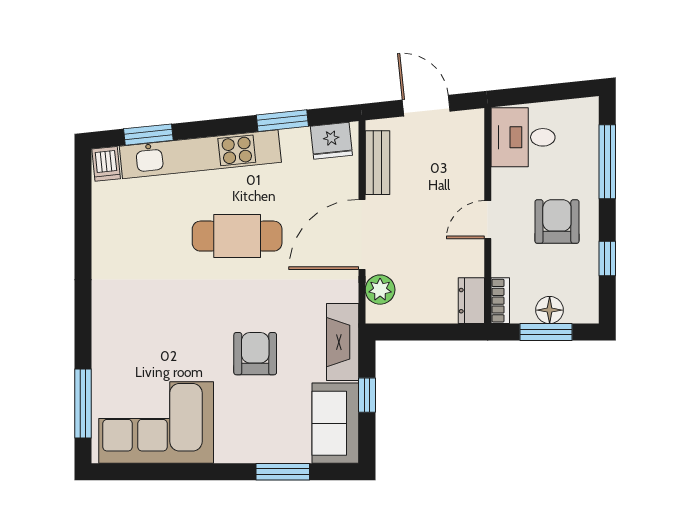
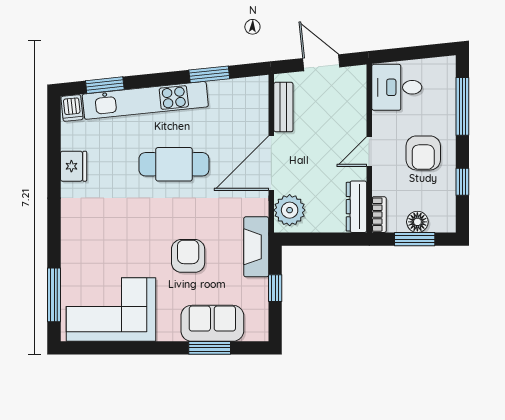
fridge: (331, 141) -> (74, 166), moved, turned -84
armchair: (557, 222) -> (423, 153), turned 180
plant: (380, 290) -> (290, 210), width x1.36, depth x1.36
dresser: (471, 301) -> (357, 207), width x1.44
sofa: (335, 423) -> (212, 323), moved, turned 90

